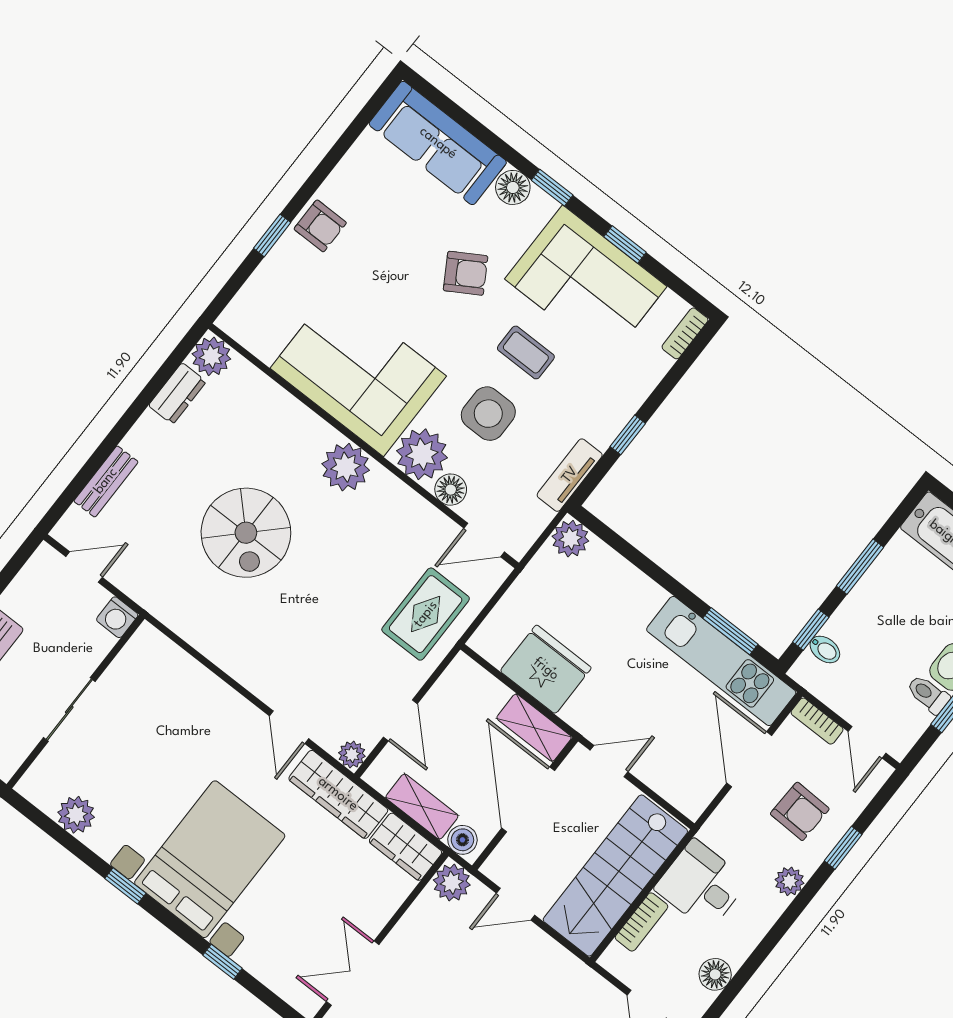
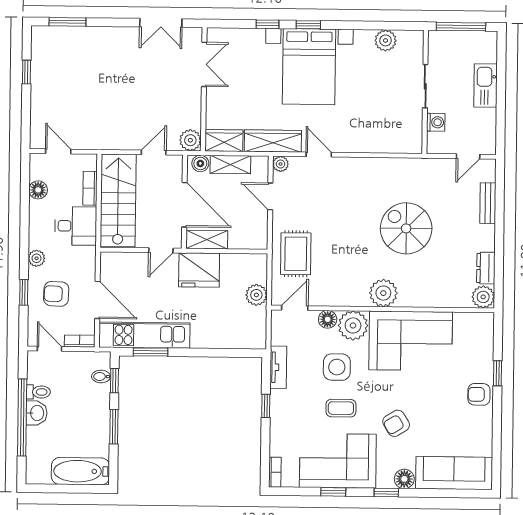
plant: (570, 539) -> (256, 295), moved
washing machine: (117, 617) -> (436, 122), moved, turned 90
fridge: (546, 669) -> (199, 270), moved
window: (125, 886) -> (308, 25), moved

